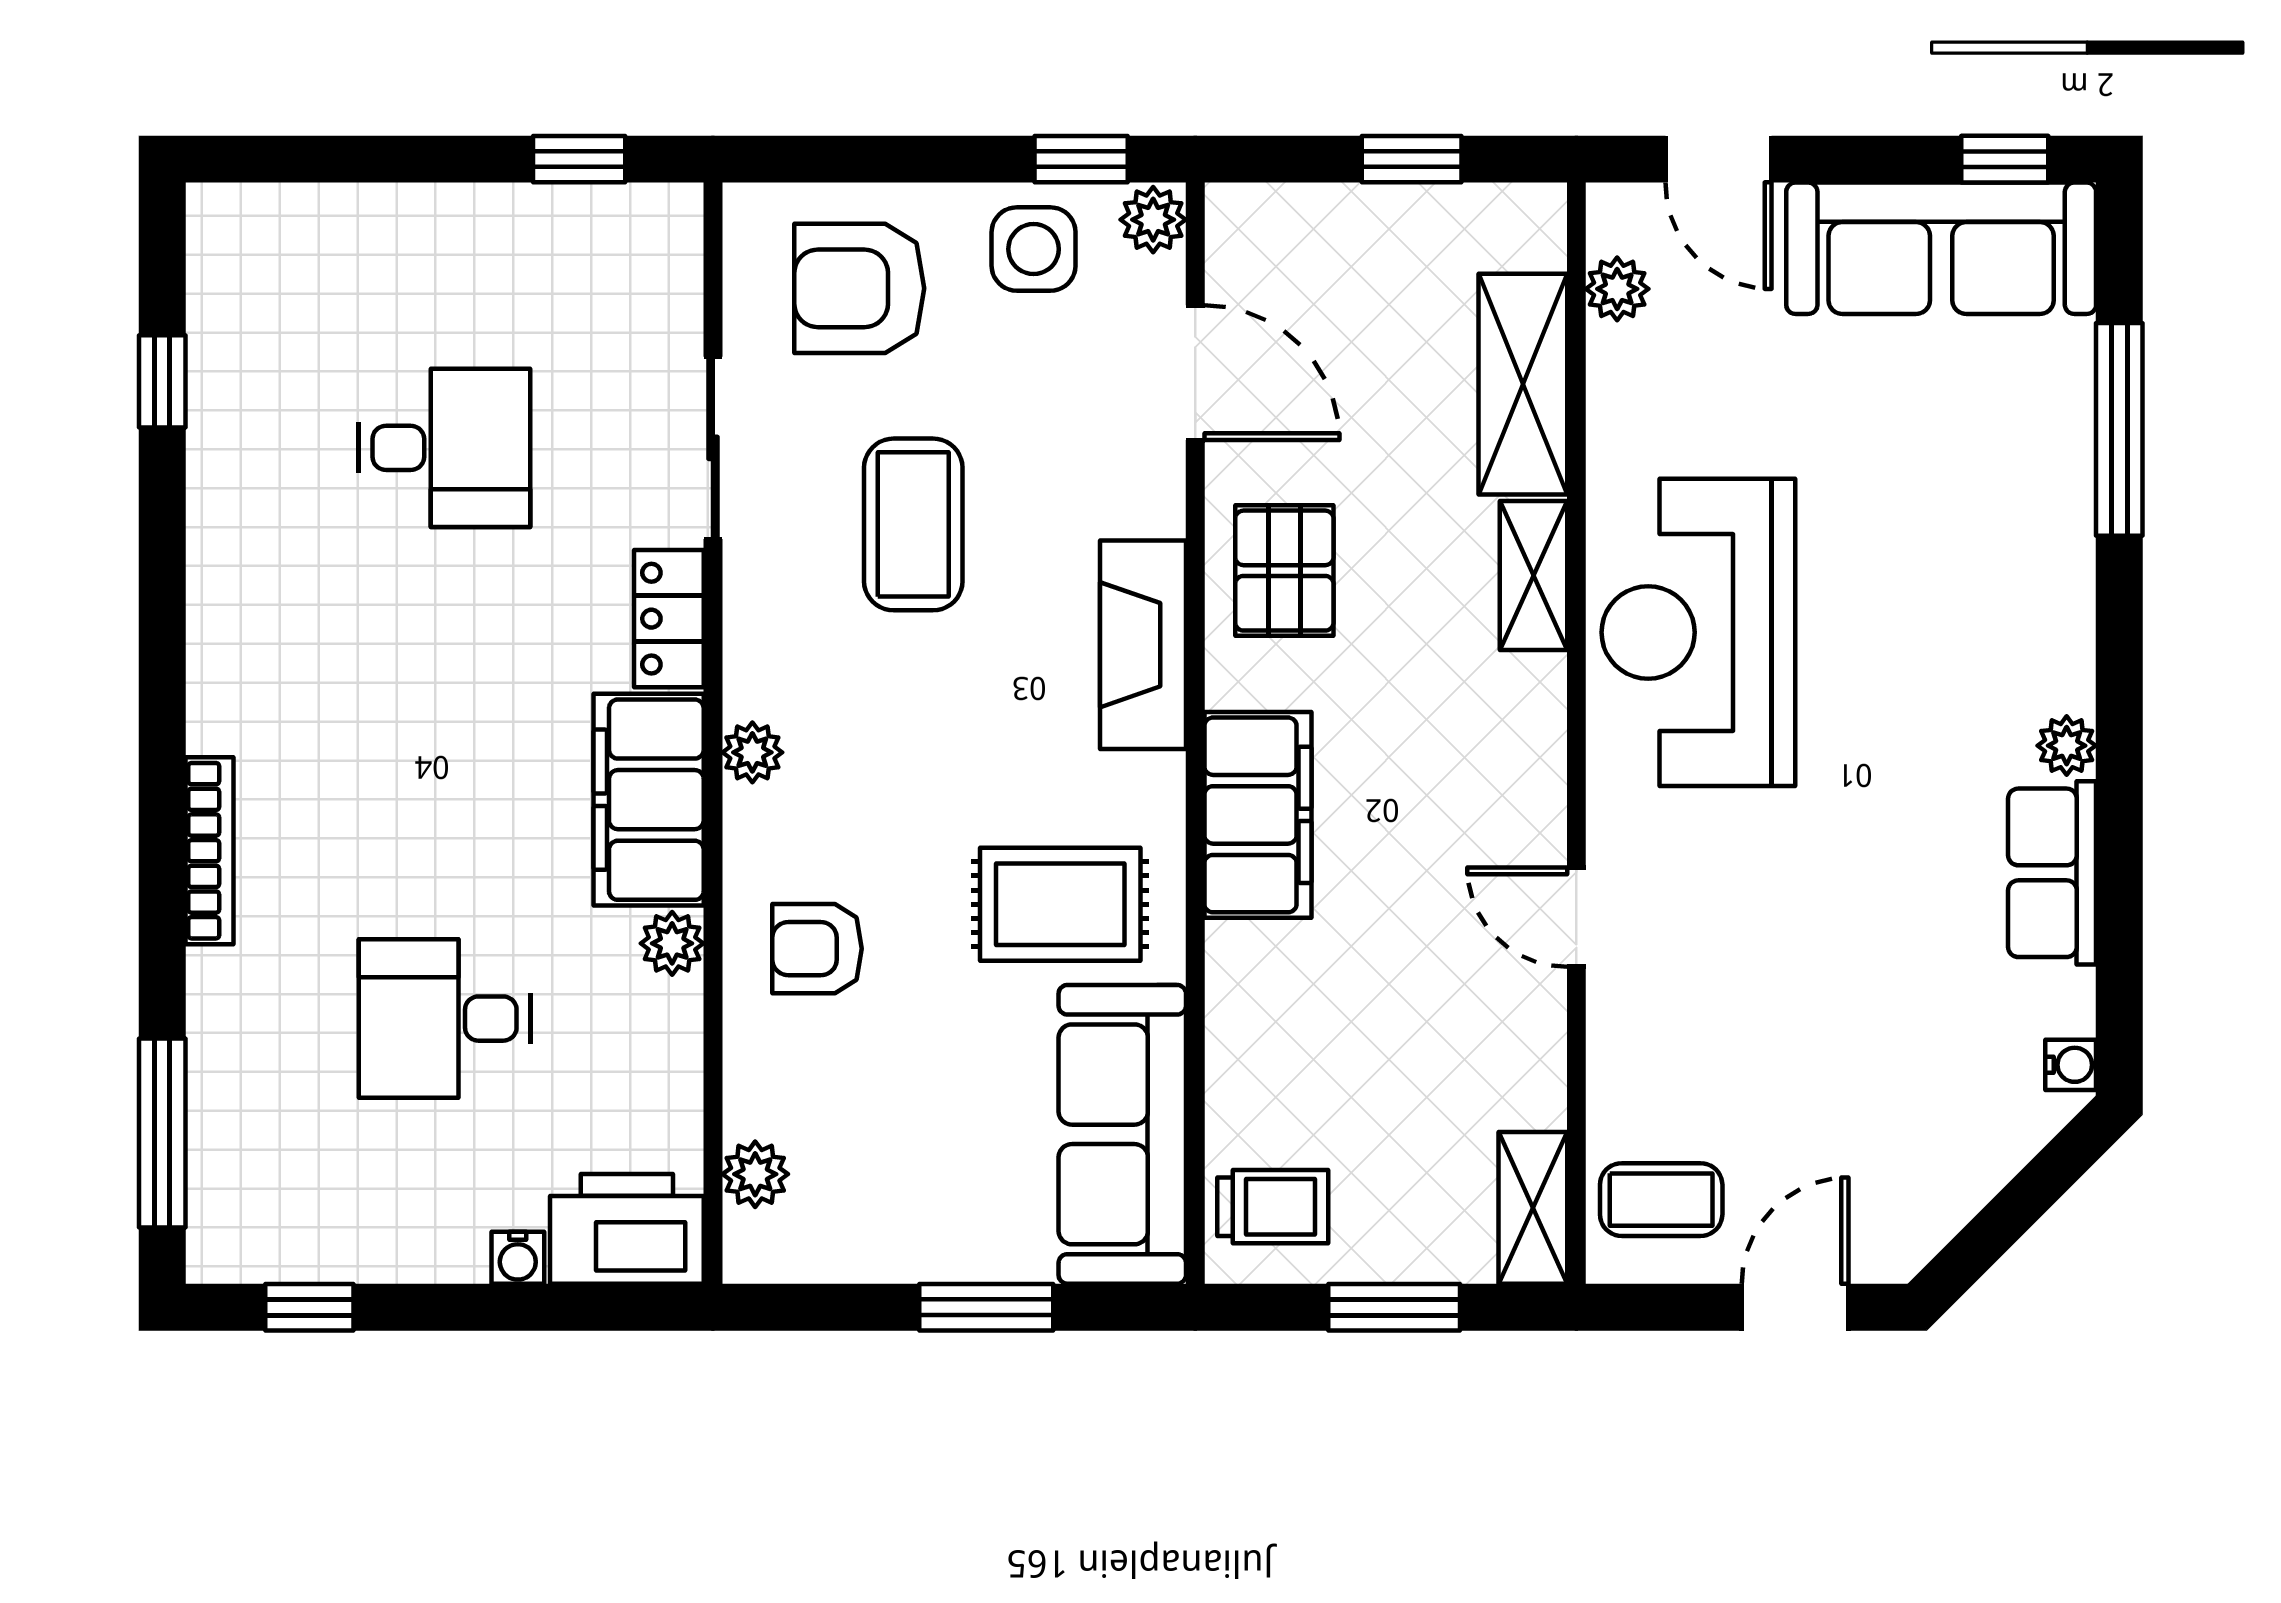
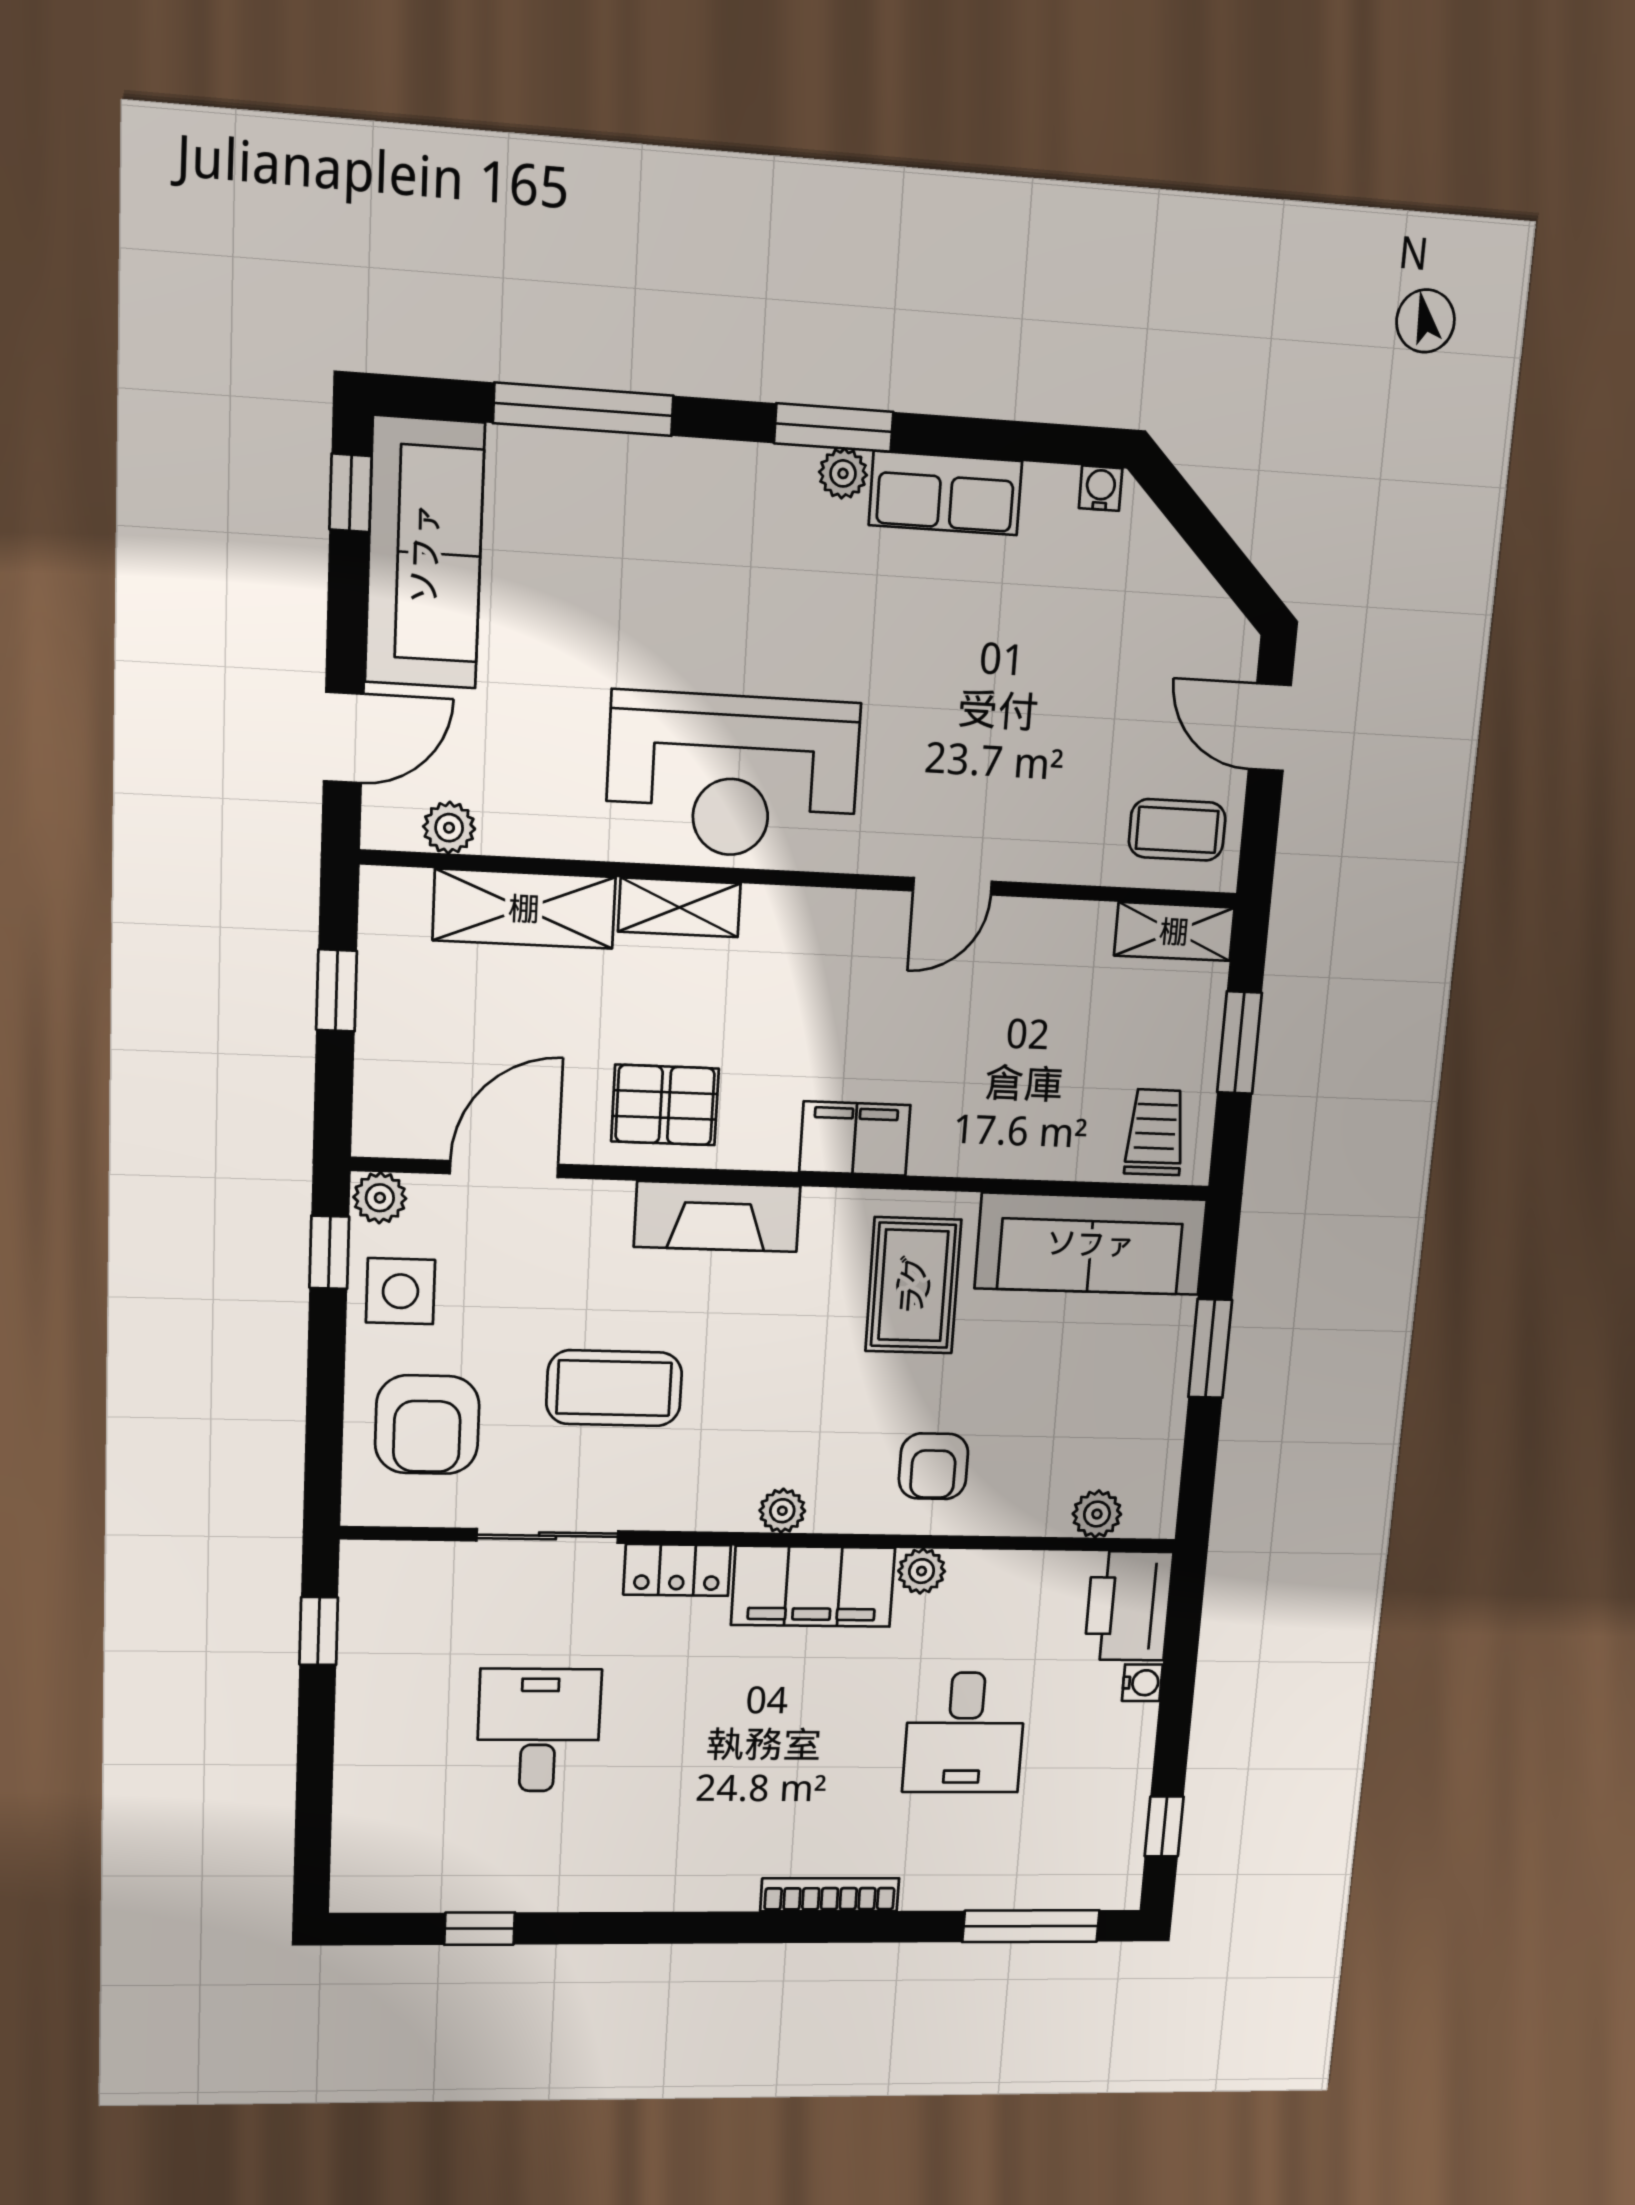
window: (2119, 731) -> (834, 428), added
filing cabinet: (1258, 815) -> (855, 1138), width x0.67, depth x0.86
coffee table: (1661, 1200) -> (1177, 830), turned 90

